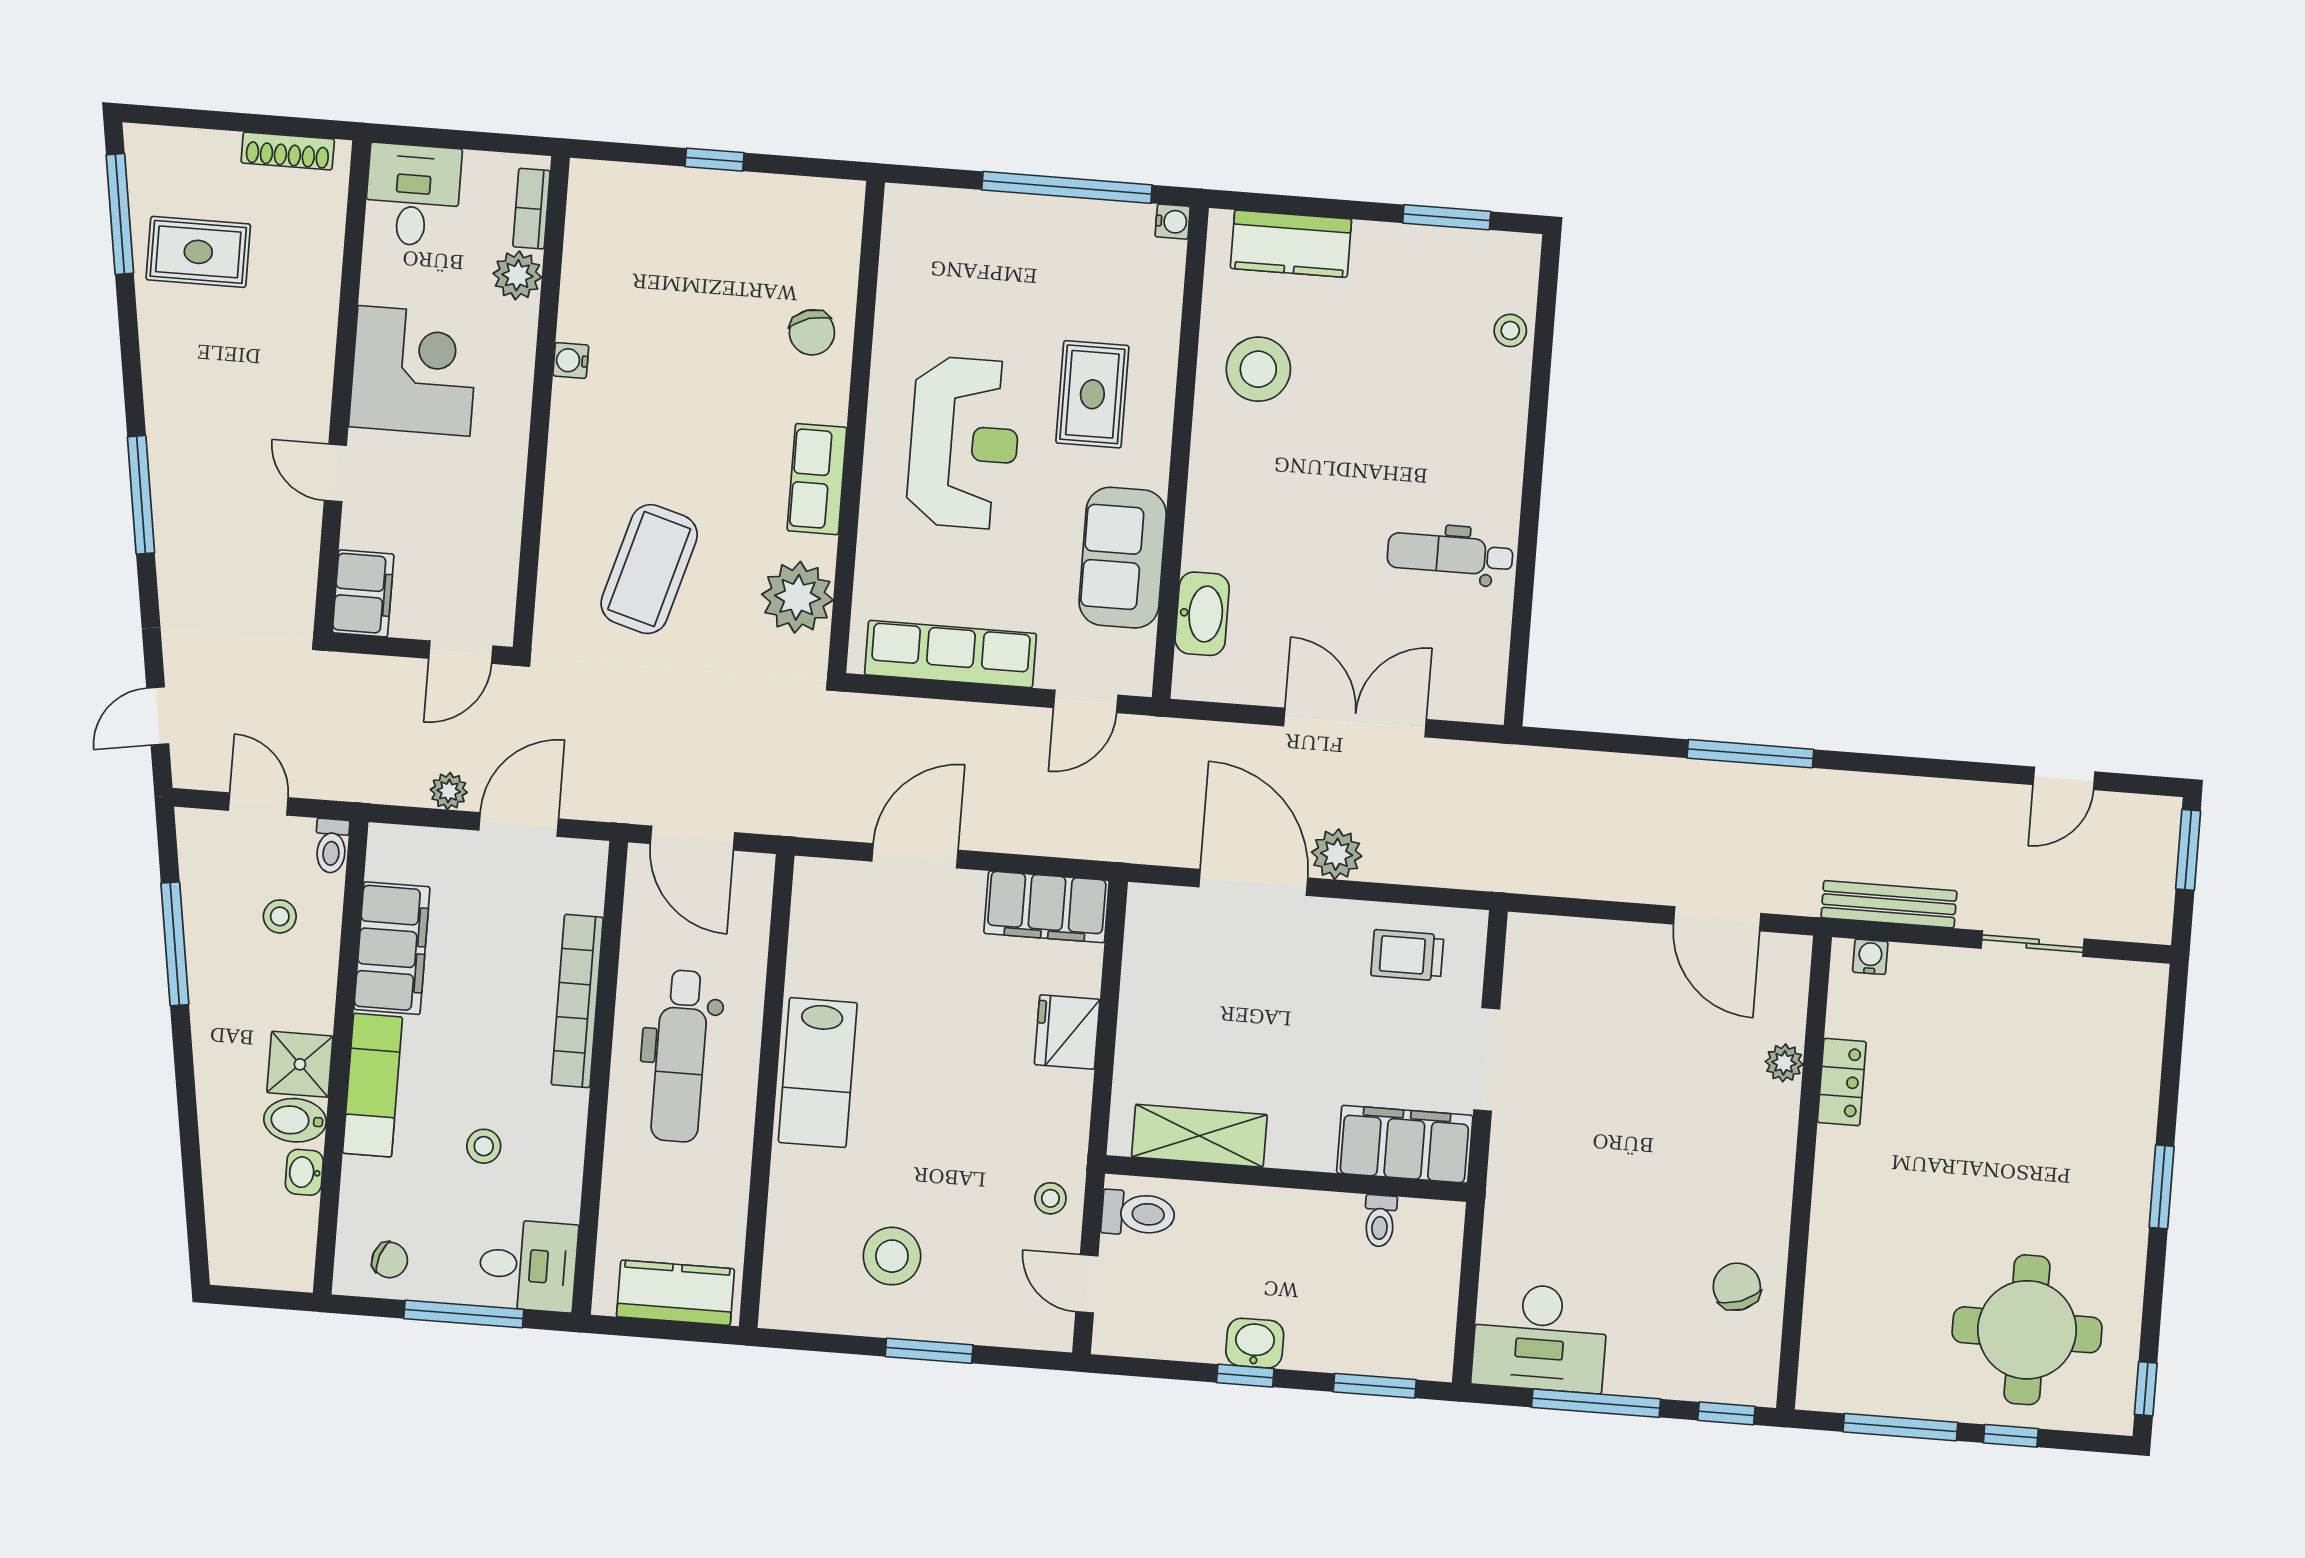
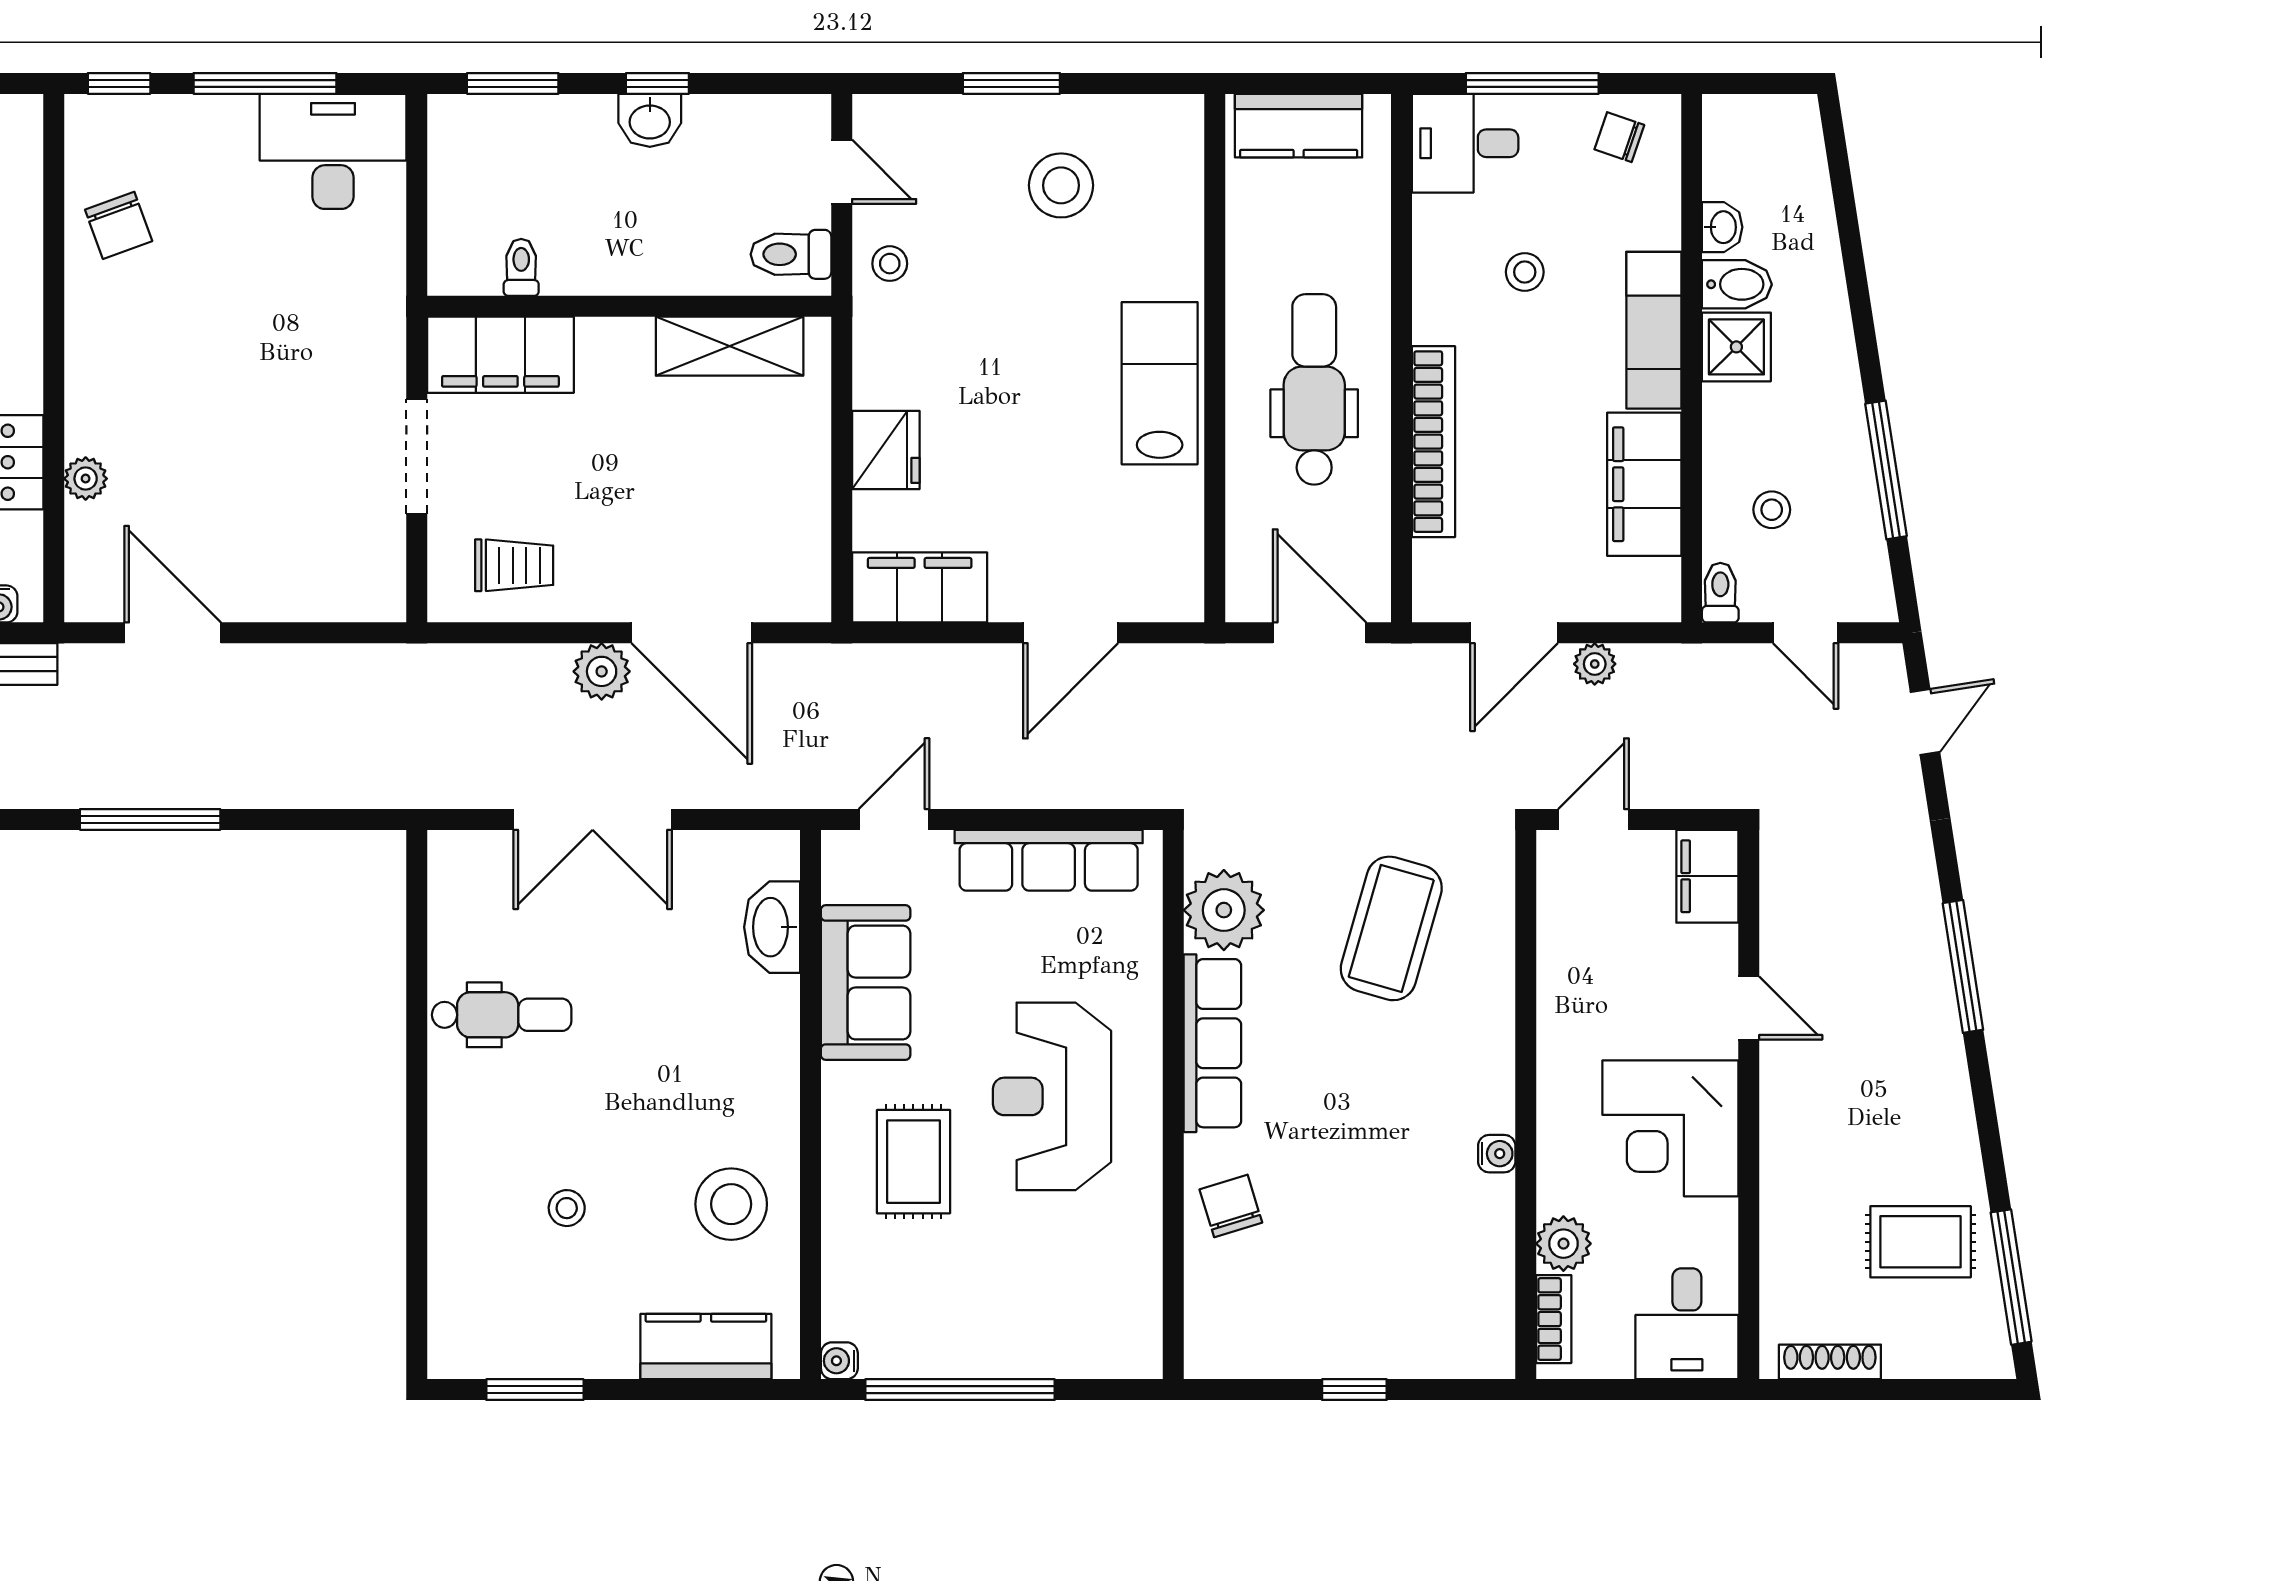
stool: (1510, 330) -> (567, 1208), moved
row of seats: (817, 479) -> (1212, 1043), width x1.48

